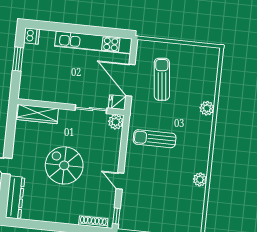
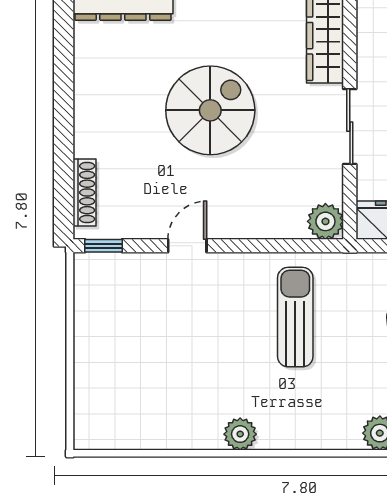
sliding door: (91, 109) -> (350, 127), moved
plant: (200, 179) -> (240, 434), moved

